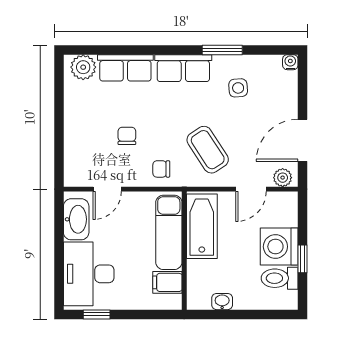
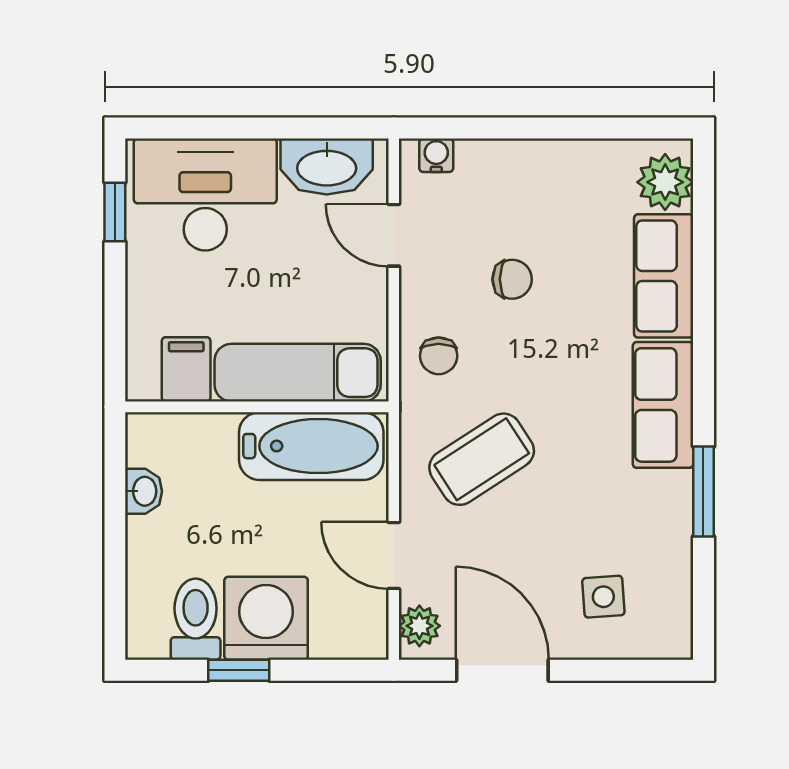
water cooler: (290, 62) -> (436, 155), moved, turned -90
side table: (238, 88) -> (603, 597), moved
chair: (161, 169) -> (439, 356), turned 180

